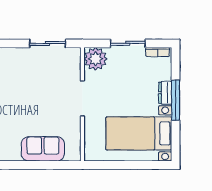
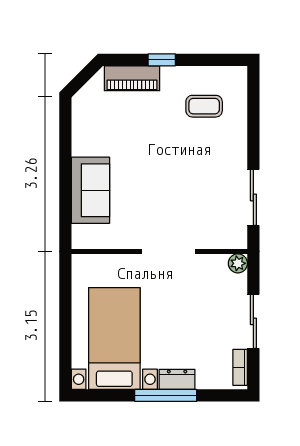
plant: (96, 59) -> (238, 263), width x0.53, depth x0.53

